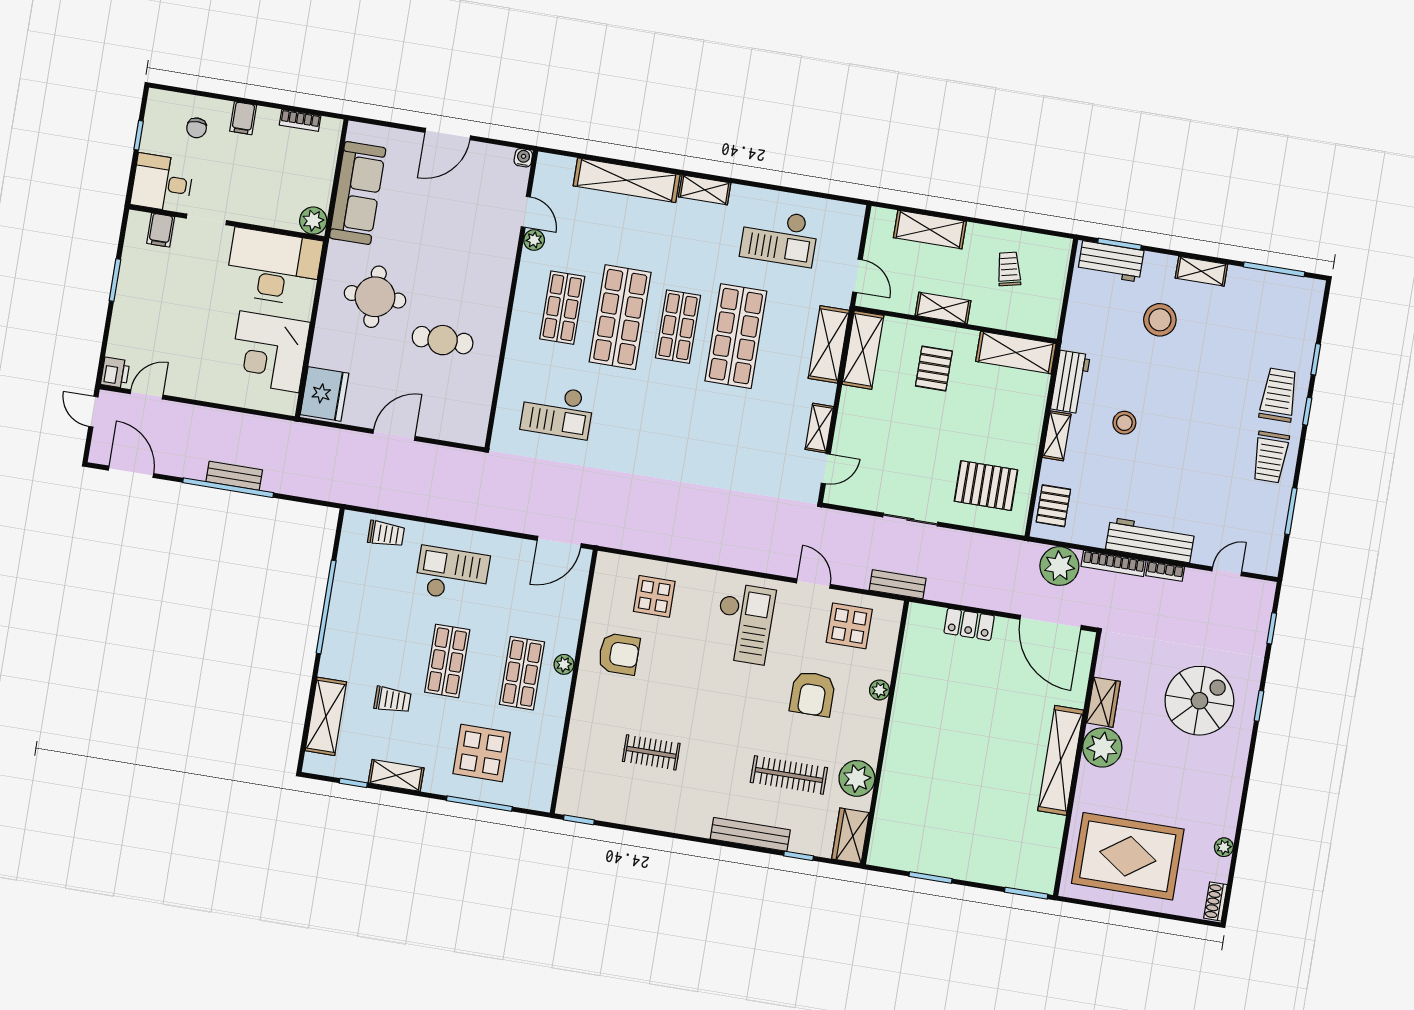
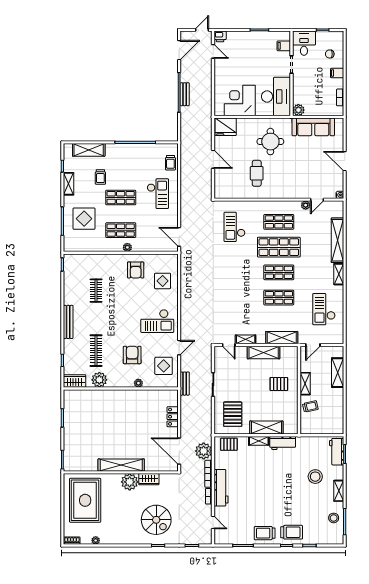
trolley: (1009, 269) -> (310, 406), moved
shop shelf: (736, 336) -> (279, 298), width x0.70, depth x0.74
shelving: (863, 350) -> (264, 353), moved
shelving: (1016, 352) -> (266, 428), moved, turned 90
stool: (1124, 423) -> (334, 518), moved
door: (1051, 622) -> (179, 451), hinge flipped
armchair: (812, 694) -> (132, 355), turned 90
bench: (750, 834) -> (68, 322), moved

